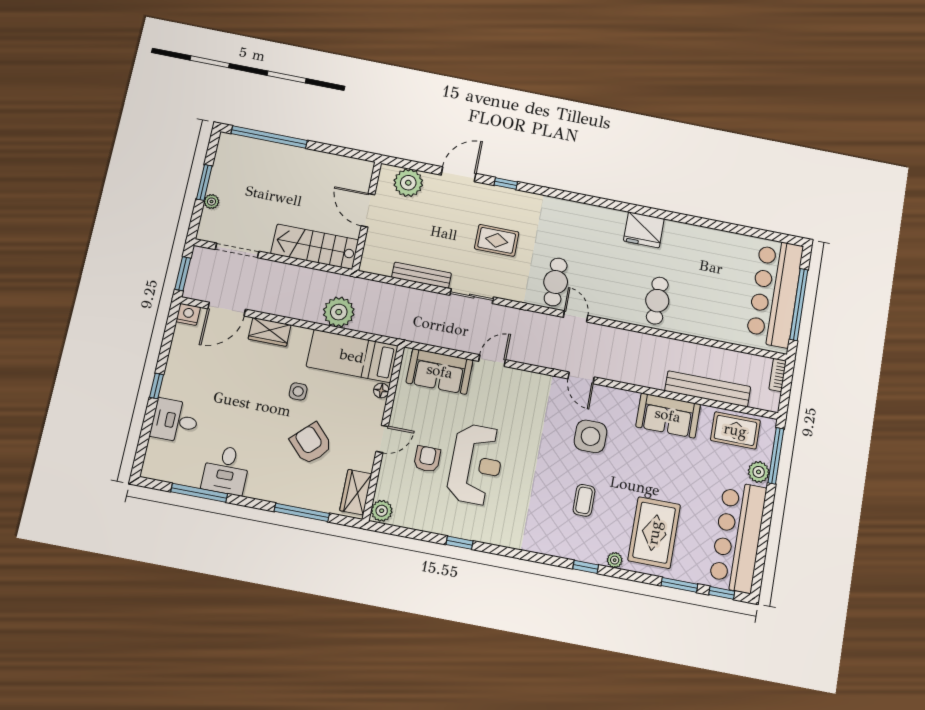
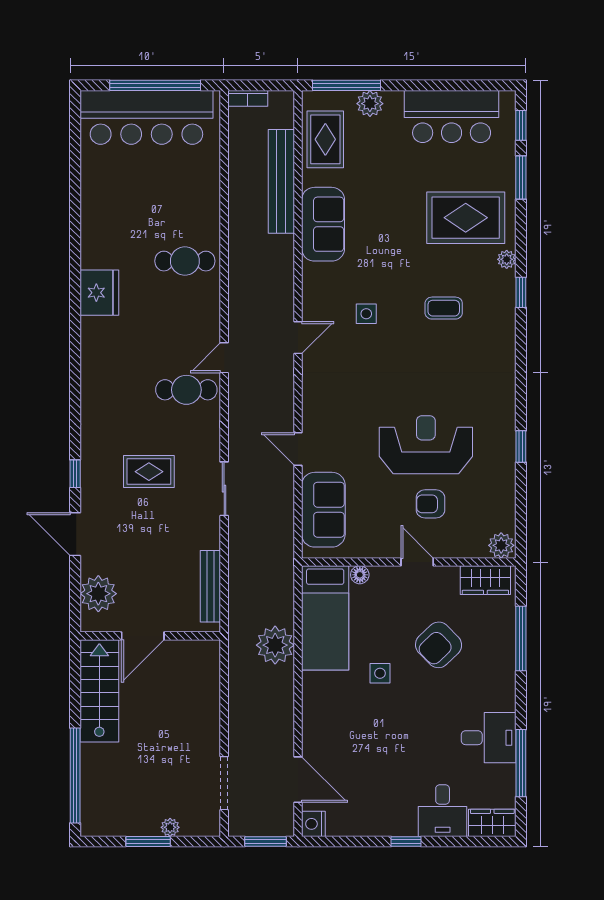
rug: (497, 240) -> (149, 472), turned 90
stairs: (315, 247) -> (99, 691), moved, turned 180
bench: (421, 275) -> (210, 586), moved
wardrobe: (270, 332) -> (492, 823), moved, turned -90
side table: (590, 436) -> (366, 314), width x0.54, depth x0.54
bar counter: (738, 537) -> (452, 116), width x0.73

